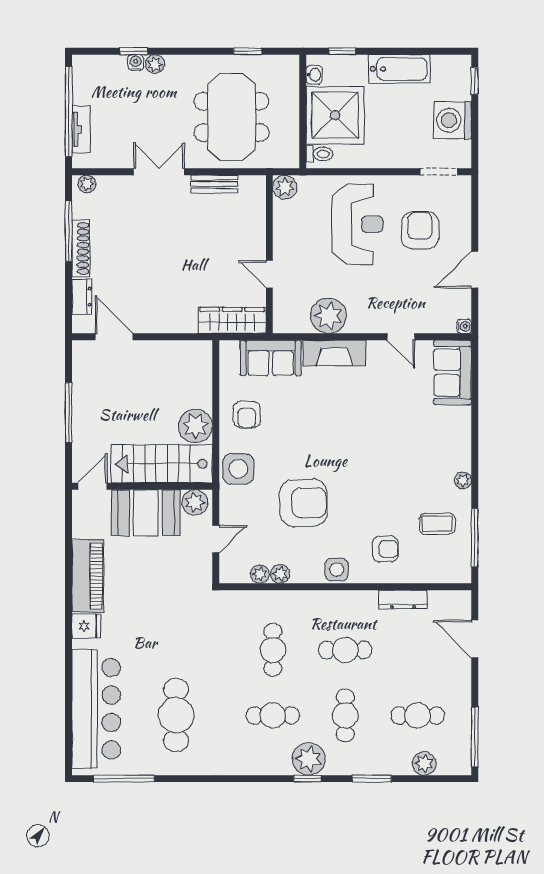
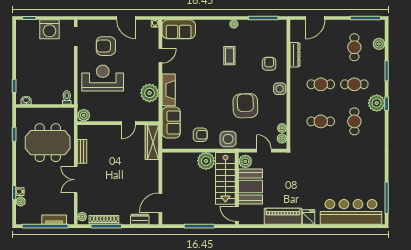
plant: (155, 64) -> (21, 201), moved
bathtub: (399, 69) -> (23, 57), removed
shower: (335, 115) -> (47, 90), removed
shoe rack: (81, 248) -> (104, 220), moved
coffee table: (437, 524) -> (229, 56), moved
plant: (280, 574) -> (282, 139), moved
cafe table: (345, 650) -> (321, 84), turned 90
cafe table: (176, 715) -> (354, 171), removed

